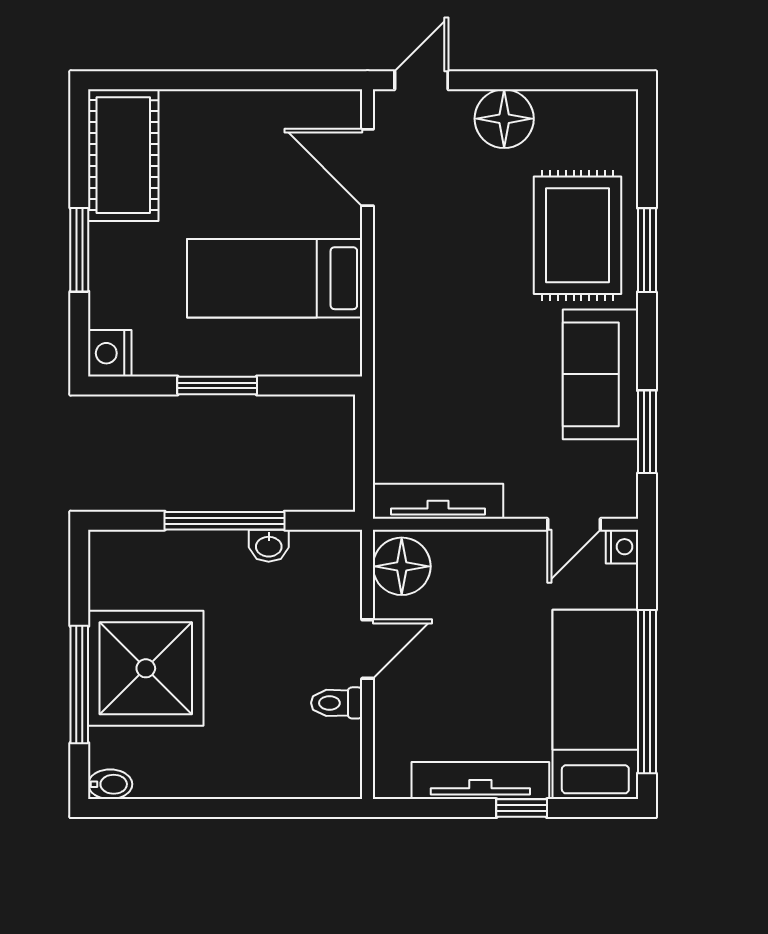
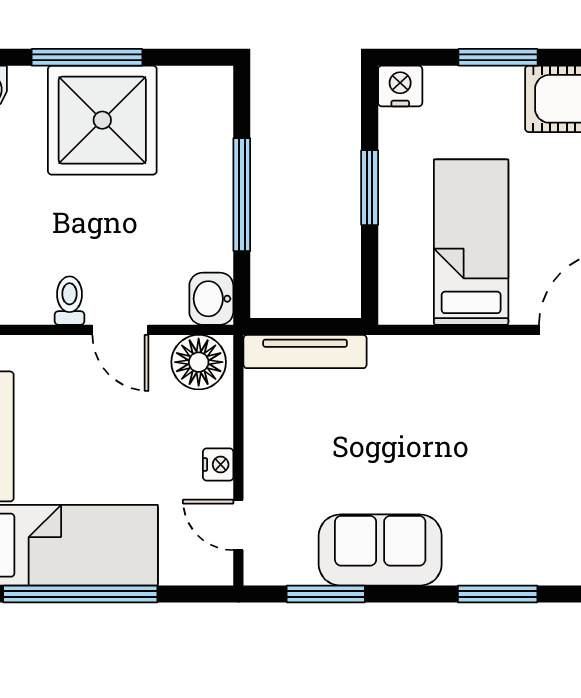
rug: (578, 235) -> (512, 528), removed
tv unit: (438, 501) -> (305, 352), moved, turned 90
washbasin: (269, 546) -> (211, 299), moved, width x1.38, depth x1.45
nightstand: (622, 547) -> (218, 465), moved, turned -90

